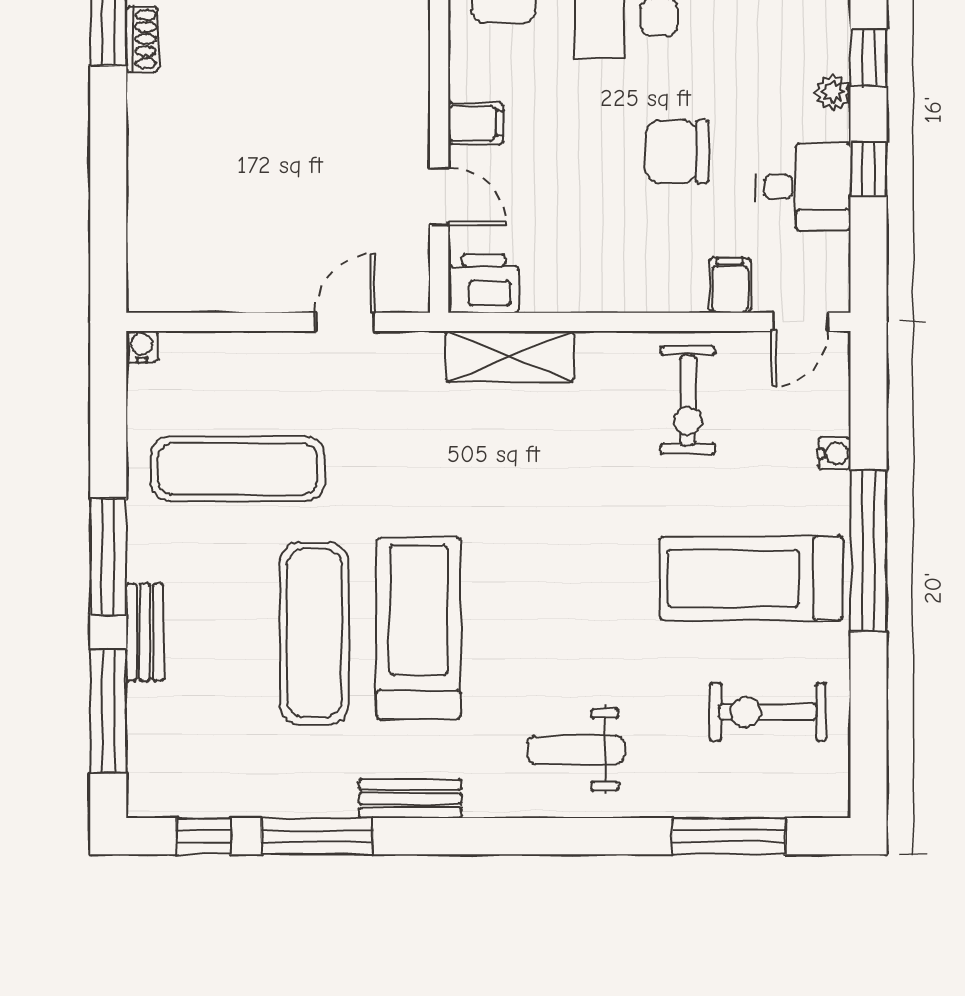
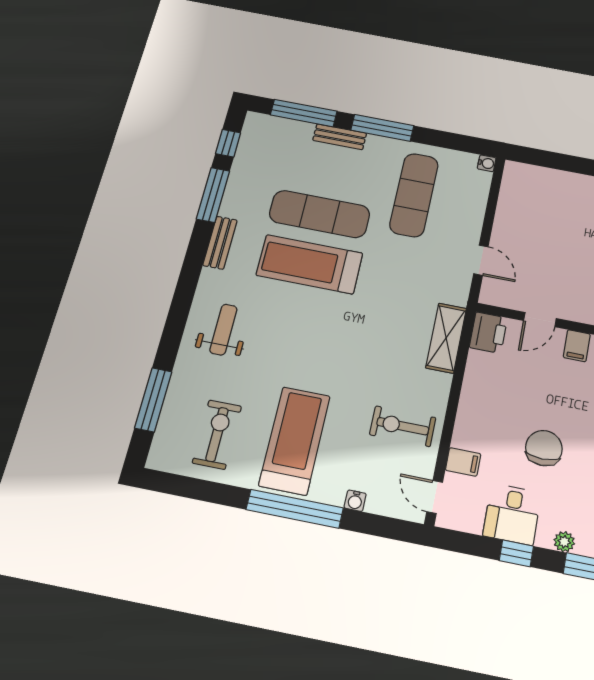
treadmill: (419, 628) -> (310, 264), turned 180

